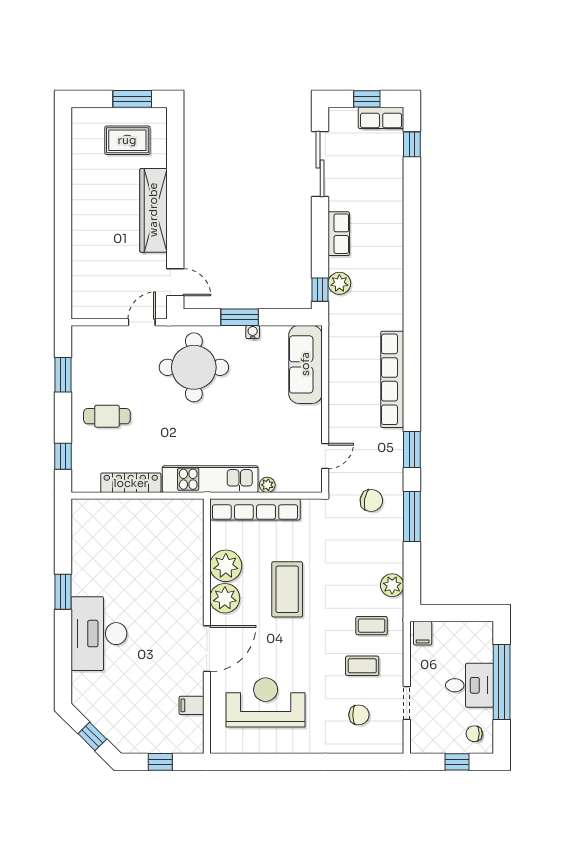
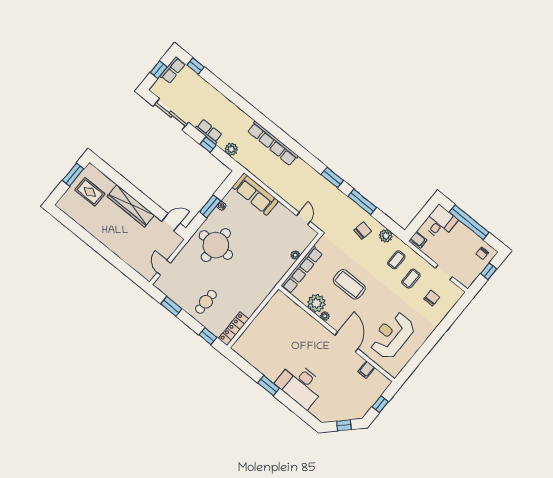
rug: (127, 140) -> (90, 192), turned 90
window: (320, 290) -> (208, 145), moved
door: (142, 322) -> (164, 268), moved
row of seats: (392, 379) -> (273, 144), moved
kitchen unit: (210, 479) -> (272, 279), removed
locker: (131, 483) -> (234, 329), moved
chair: (371, 501) -> (363, 231), moved
plant: (225, 598) -> (325, 316), width x0.53, depth x0.53
desk: (470, 685) -> (440, 222), moved

